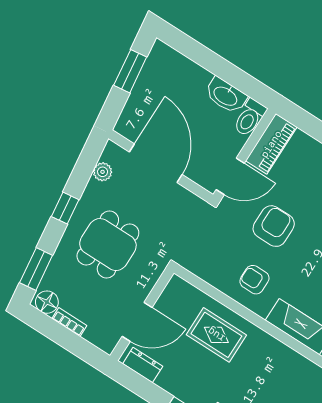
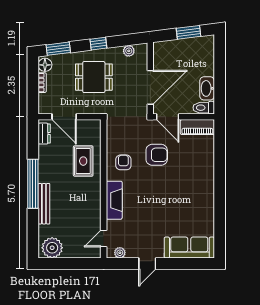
door: (156, 163) -> (150, 87), moved

